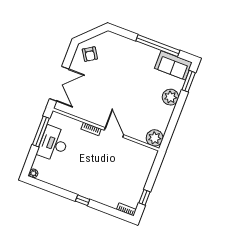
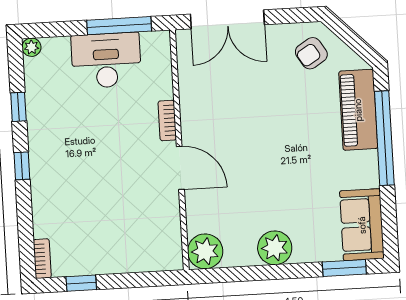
piano: (123, 45) -> (358, 110), added
window: (158, 46) -> (384, 138), moved
plant: (170, 97) -> (275, 248), moved
door: (114, 133) -> (180, 168), hinge flipped
window: (57, 190) -> (18, 107), added

